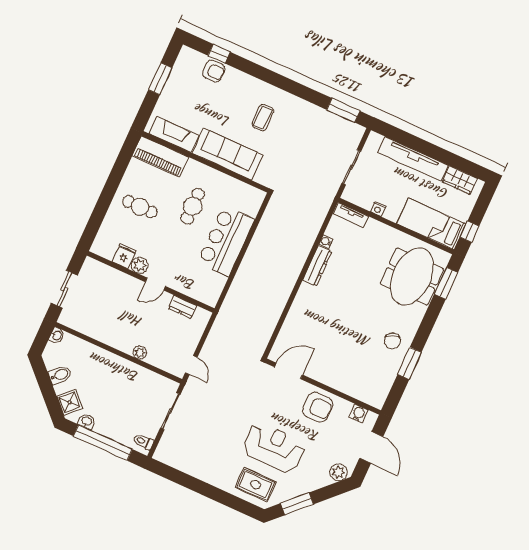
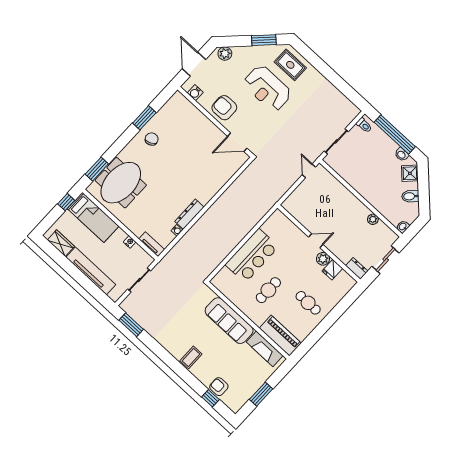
coffee table: (263, 118) -> (191, 357), moved
dresser: (183, 307) -> (357, 268), moved
plant: (140, 353) -> (373, 219), moved

